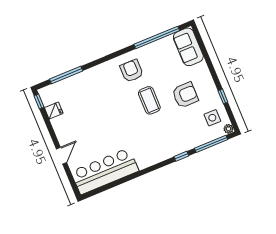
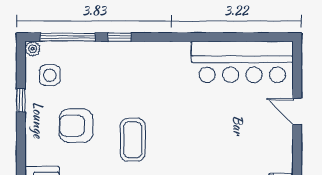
door: (62, 156) -> (297, 112), hinge flipped

